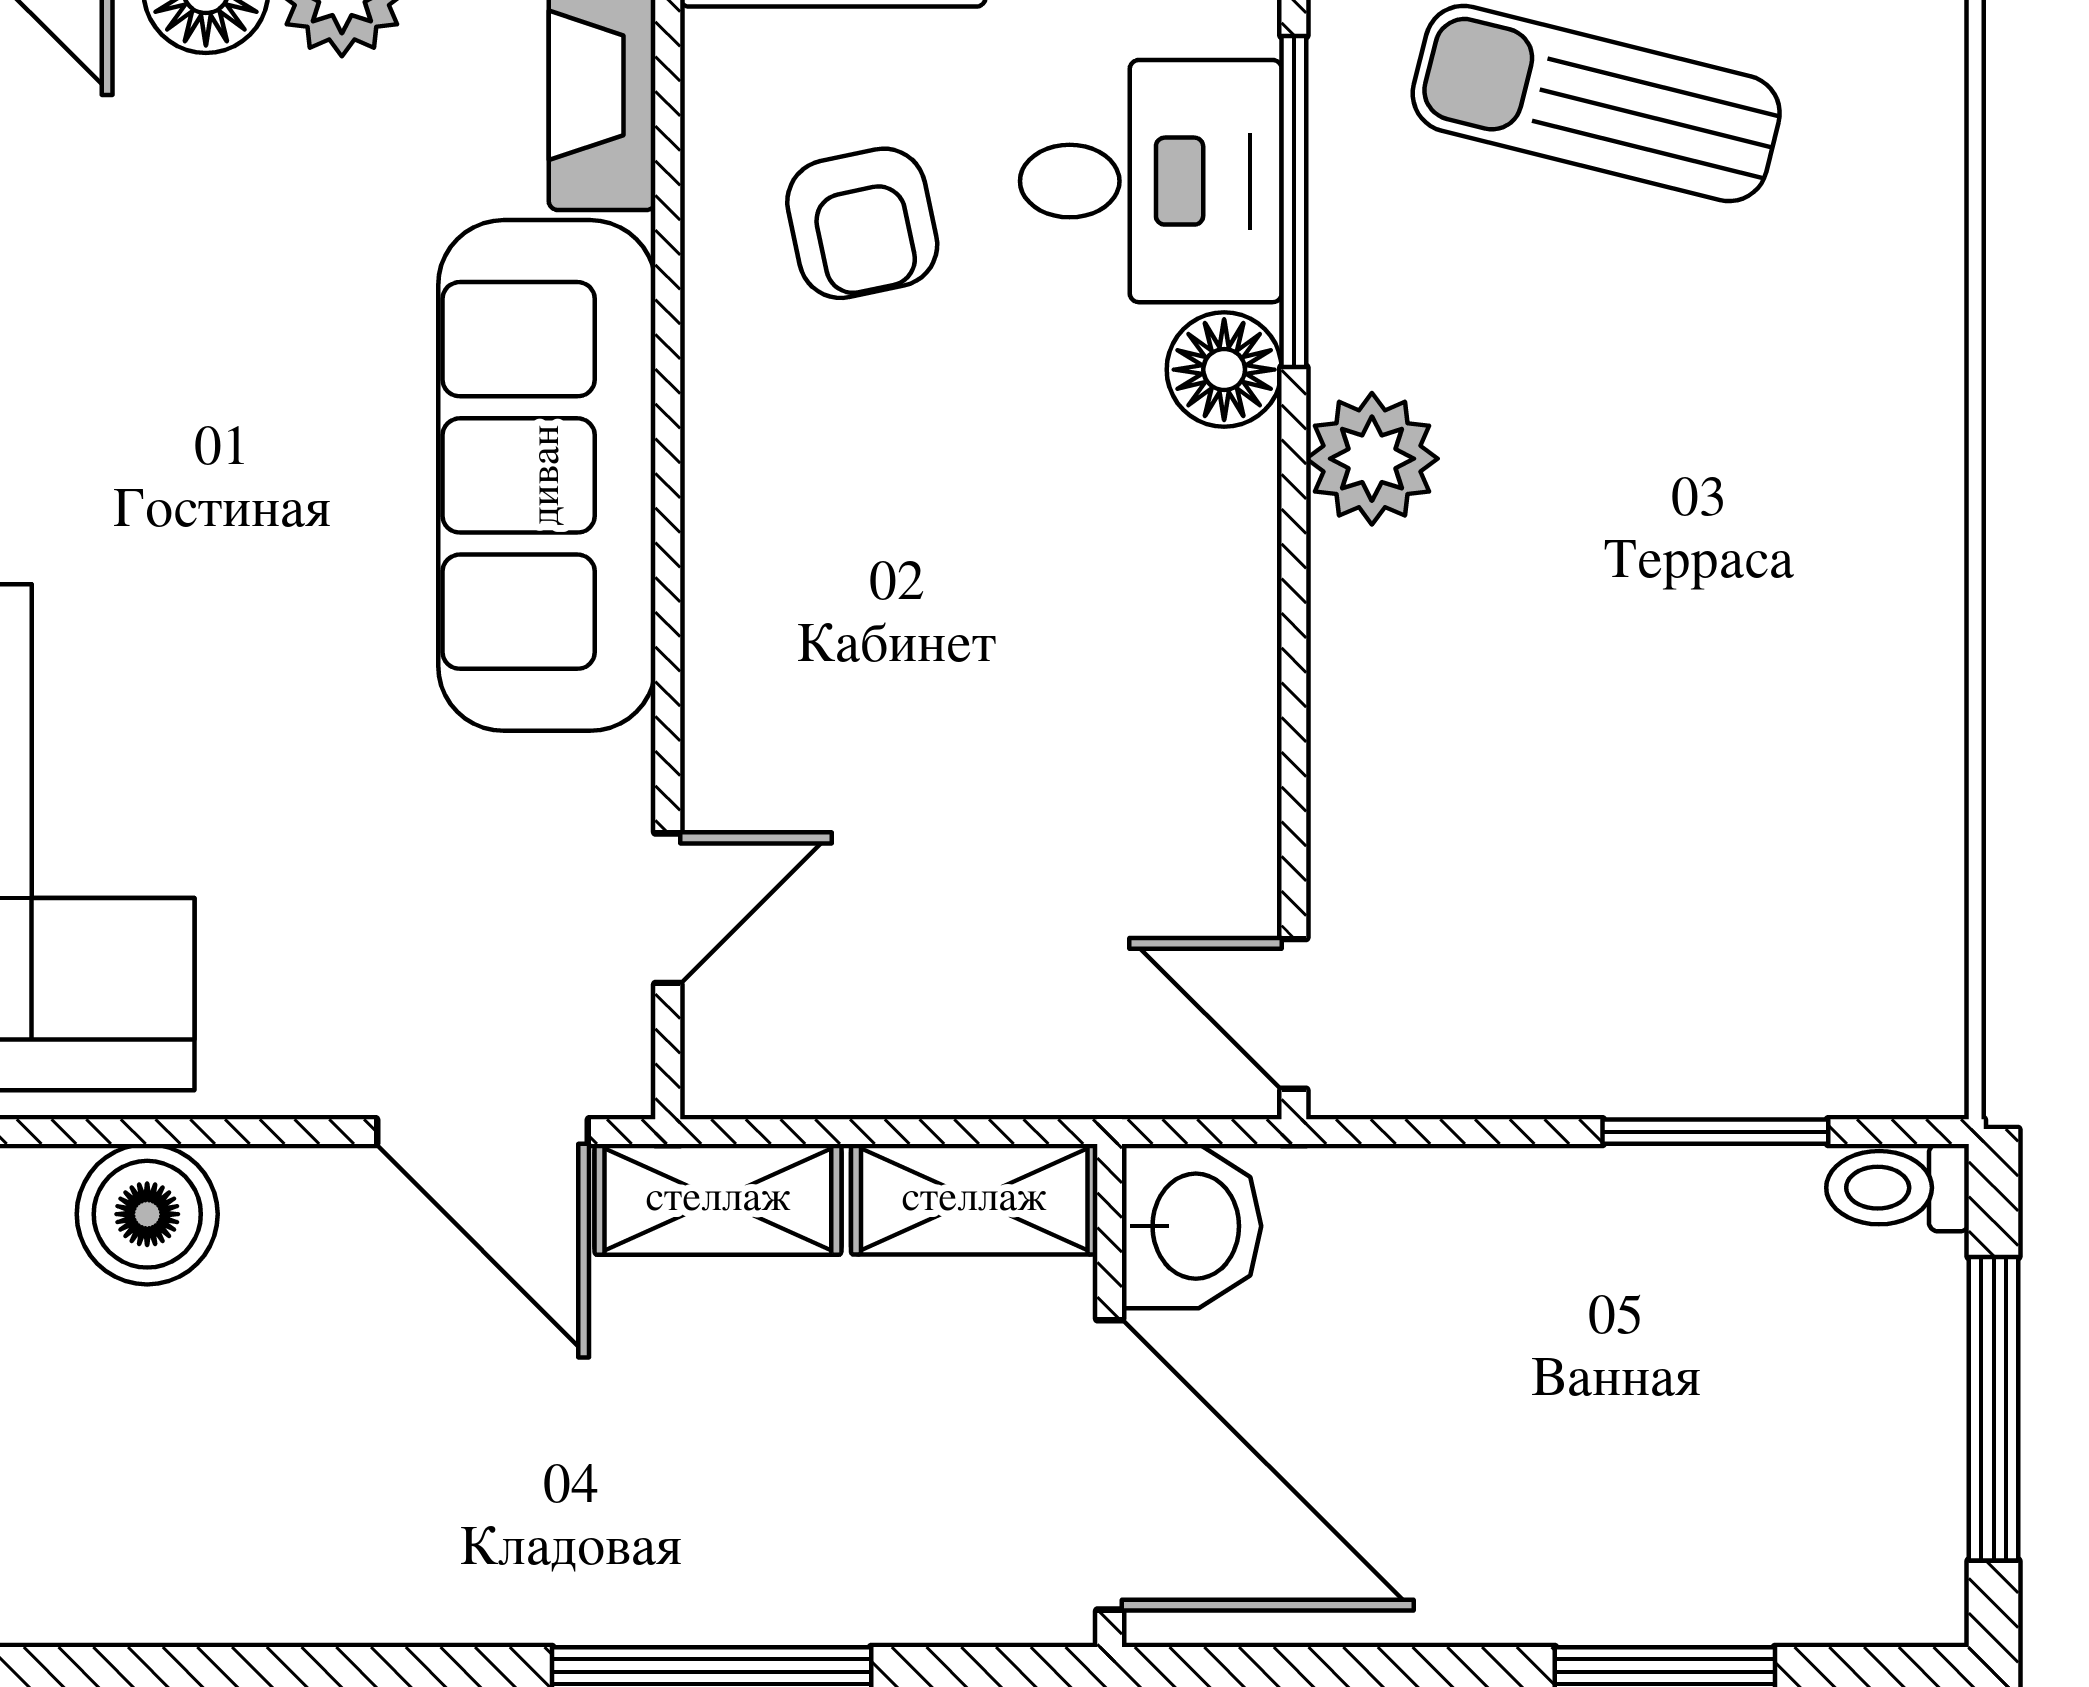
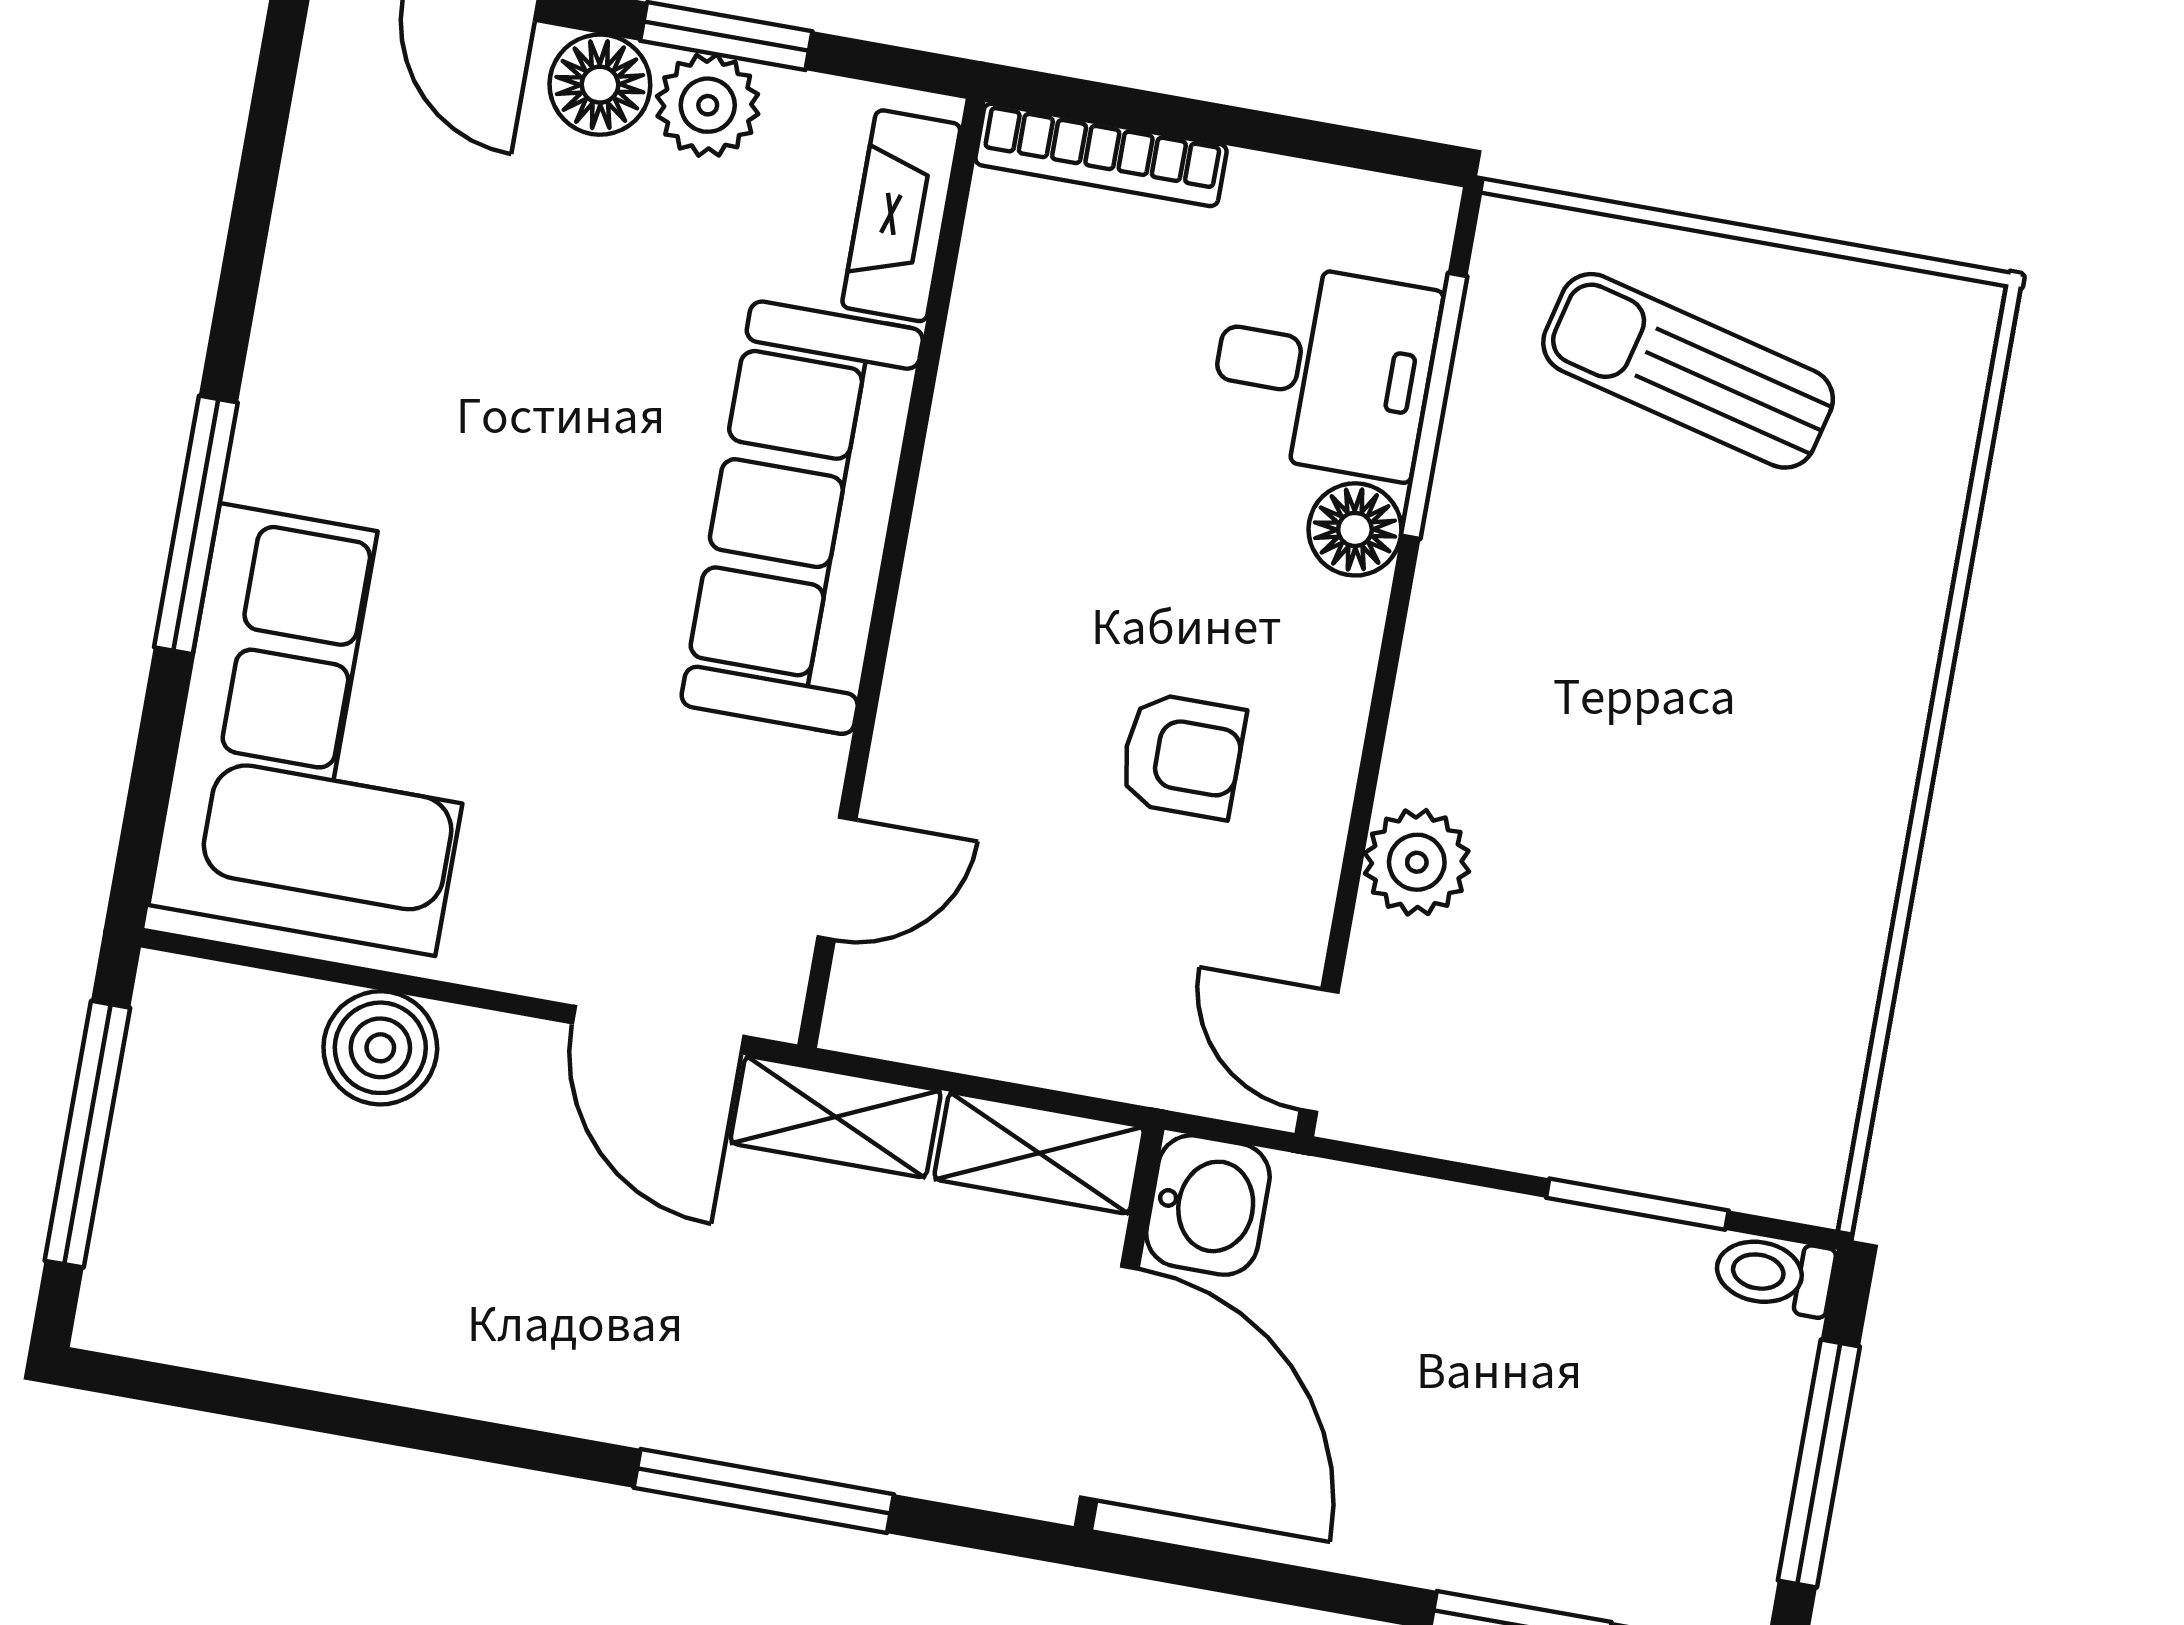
armchair: (862, 223) -> (1182, 756), moved, turned -78
plant: (1372, 459) -> (1417, 862), moved

